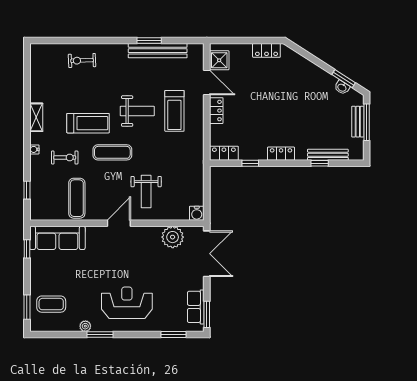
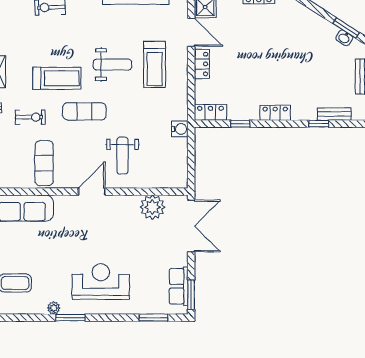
bench: (328, 155) -> (334, 114), width x0.73
water cooler: (197, 213) -> (180, 129), moved, turned -90

